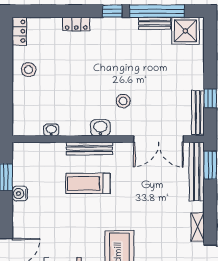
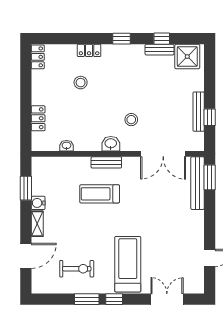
window: (157, 11) -> (162, 39), width x0.32
stool: (29, 70) -> (81, 83), moved
locker: (20, 99) -> (38, 118), added
bench: (198, 113) -> (199, 112), moved
bench: (89, 148) -> (106, 162), width x0.73
shelving: (198, 227) -> (37, 224), moved

